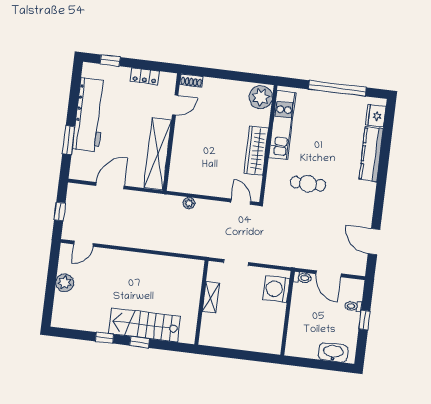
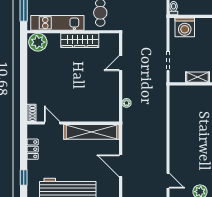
plant: (261, 97) -> (38, 42), moved
kitchen unit: (282, 125) -> (57, 23), moved
wall: (268, 144) -> (73, 32), moved
wardrobe: (256, 151) -> (80, 40), moved

